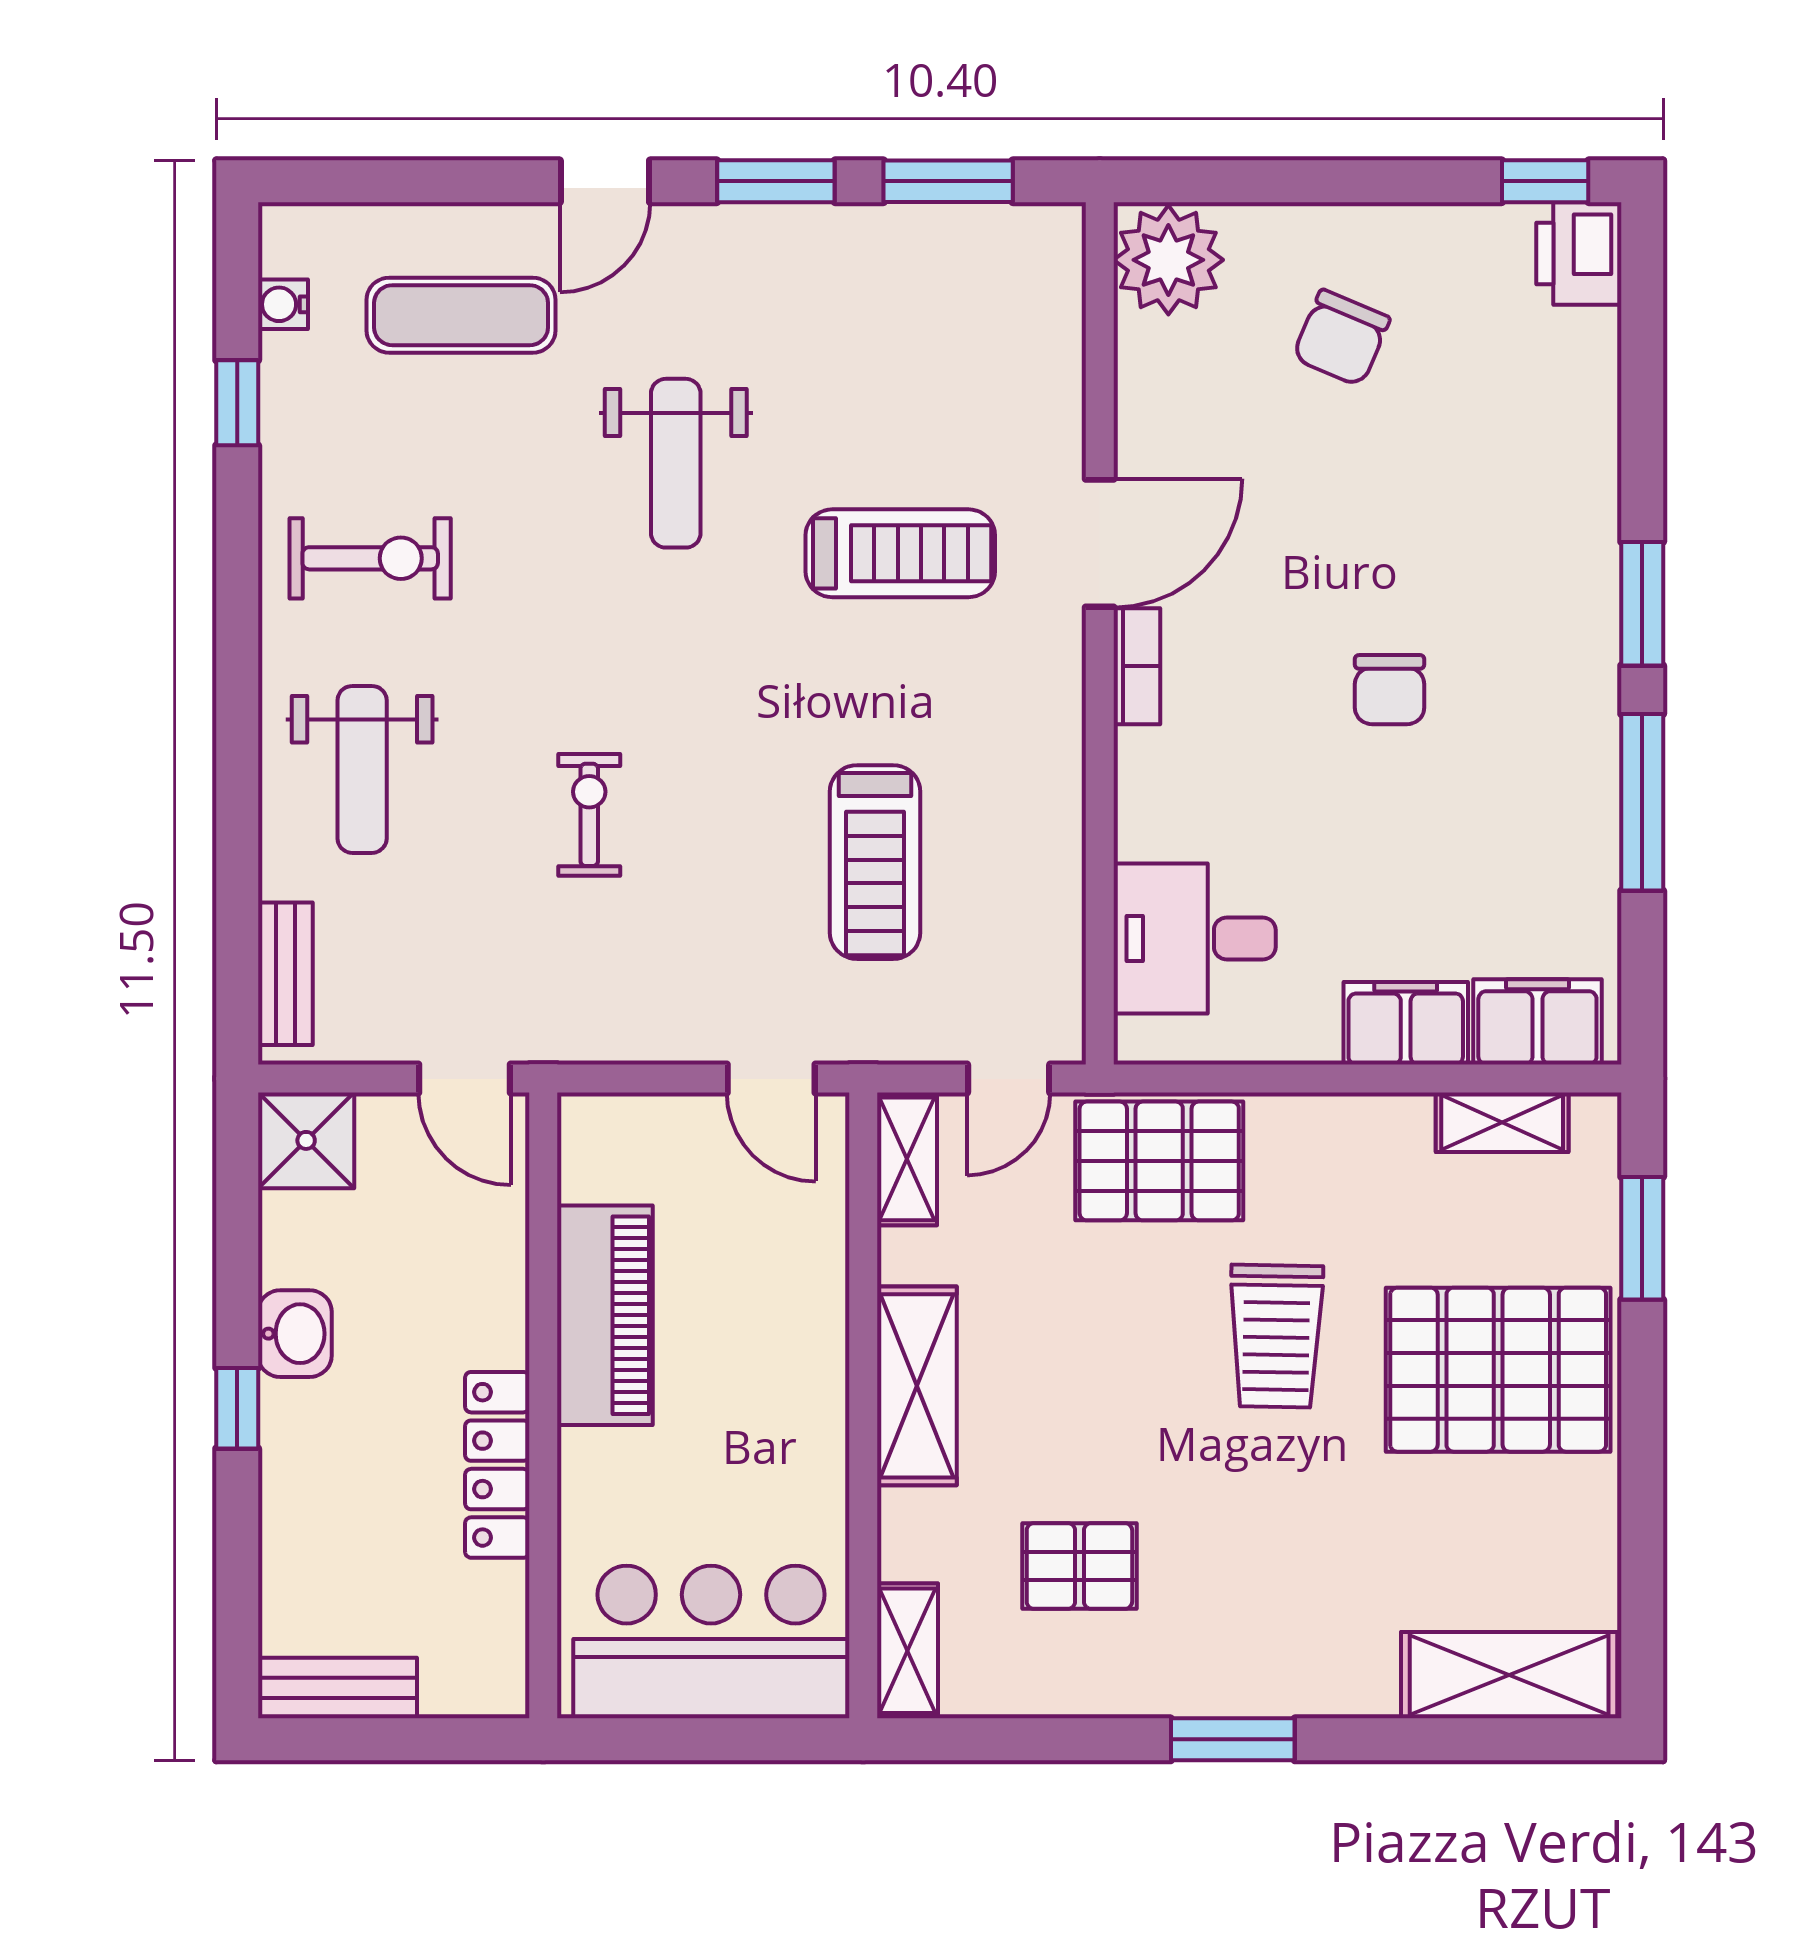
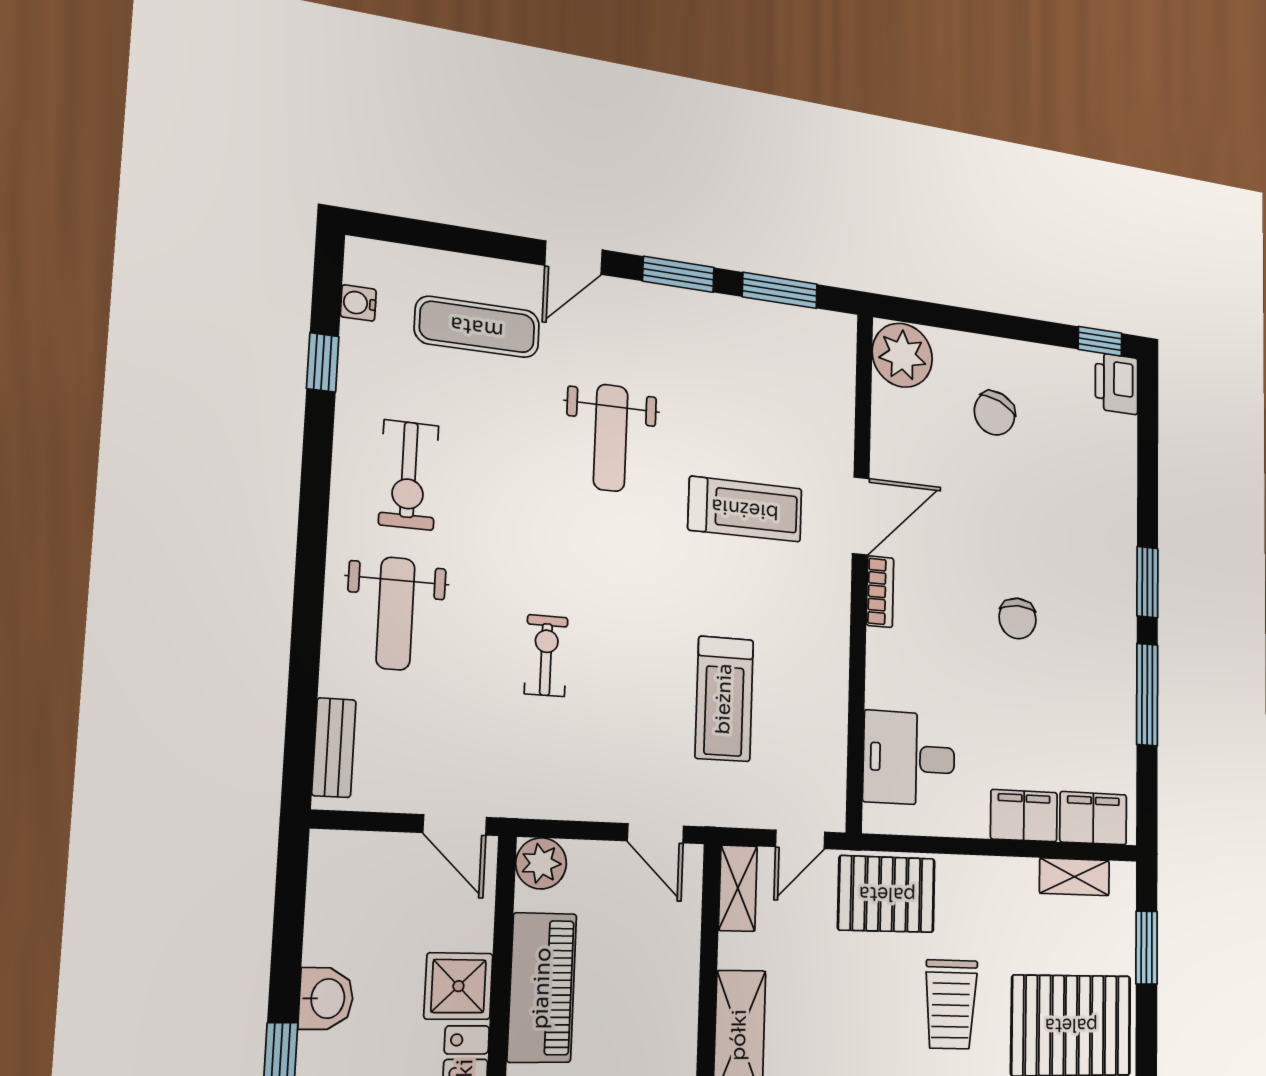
exercise bike: (370, 558) -> (409, 475), turned 90
plant: (595, 1131) -> (541, 863), added
shower: (306, 1140) -> (458, 986), moved

